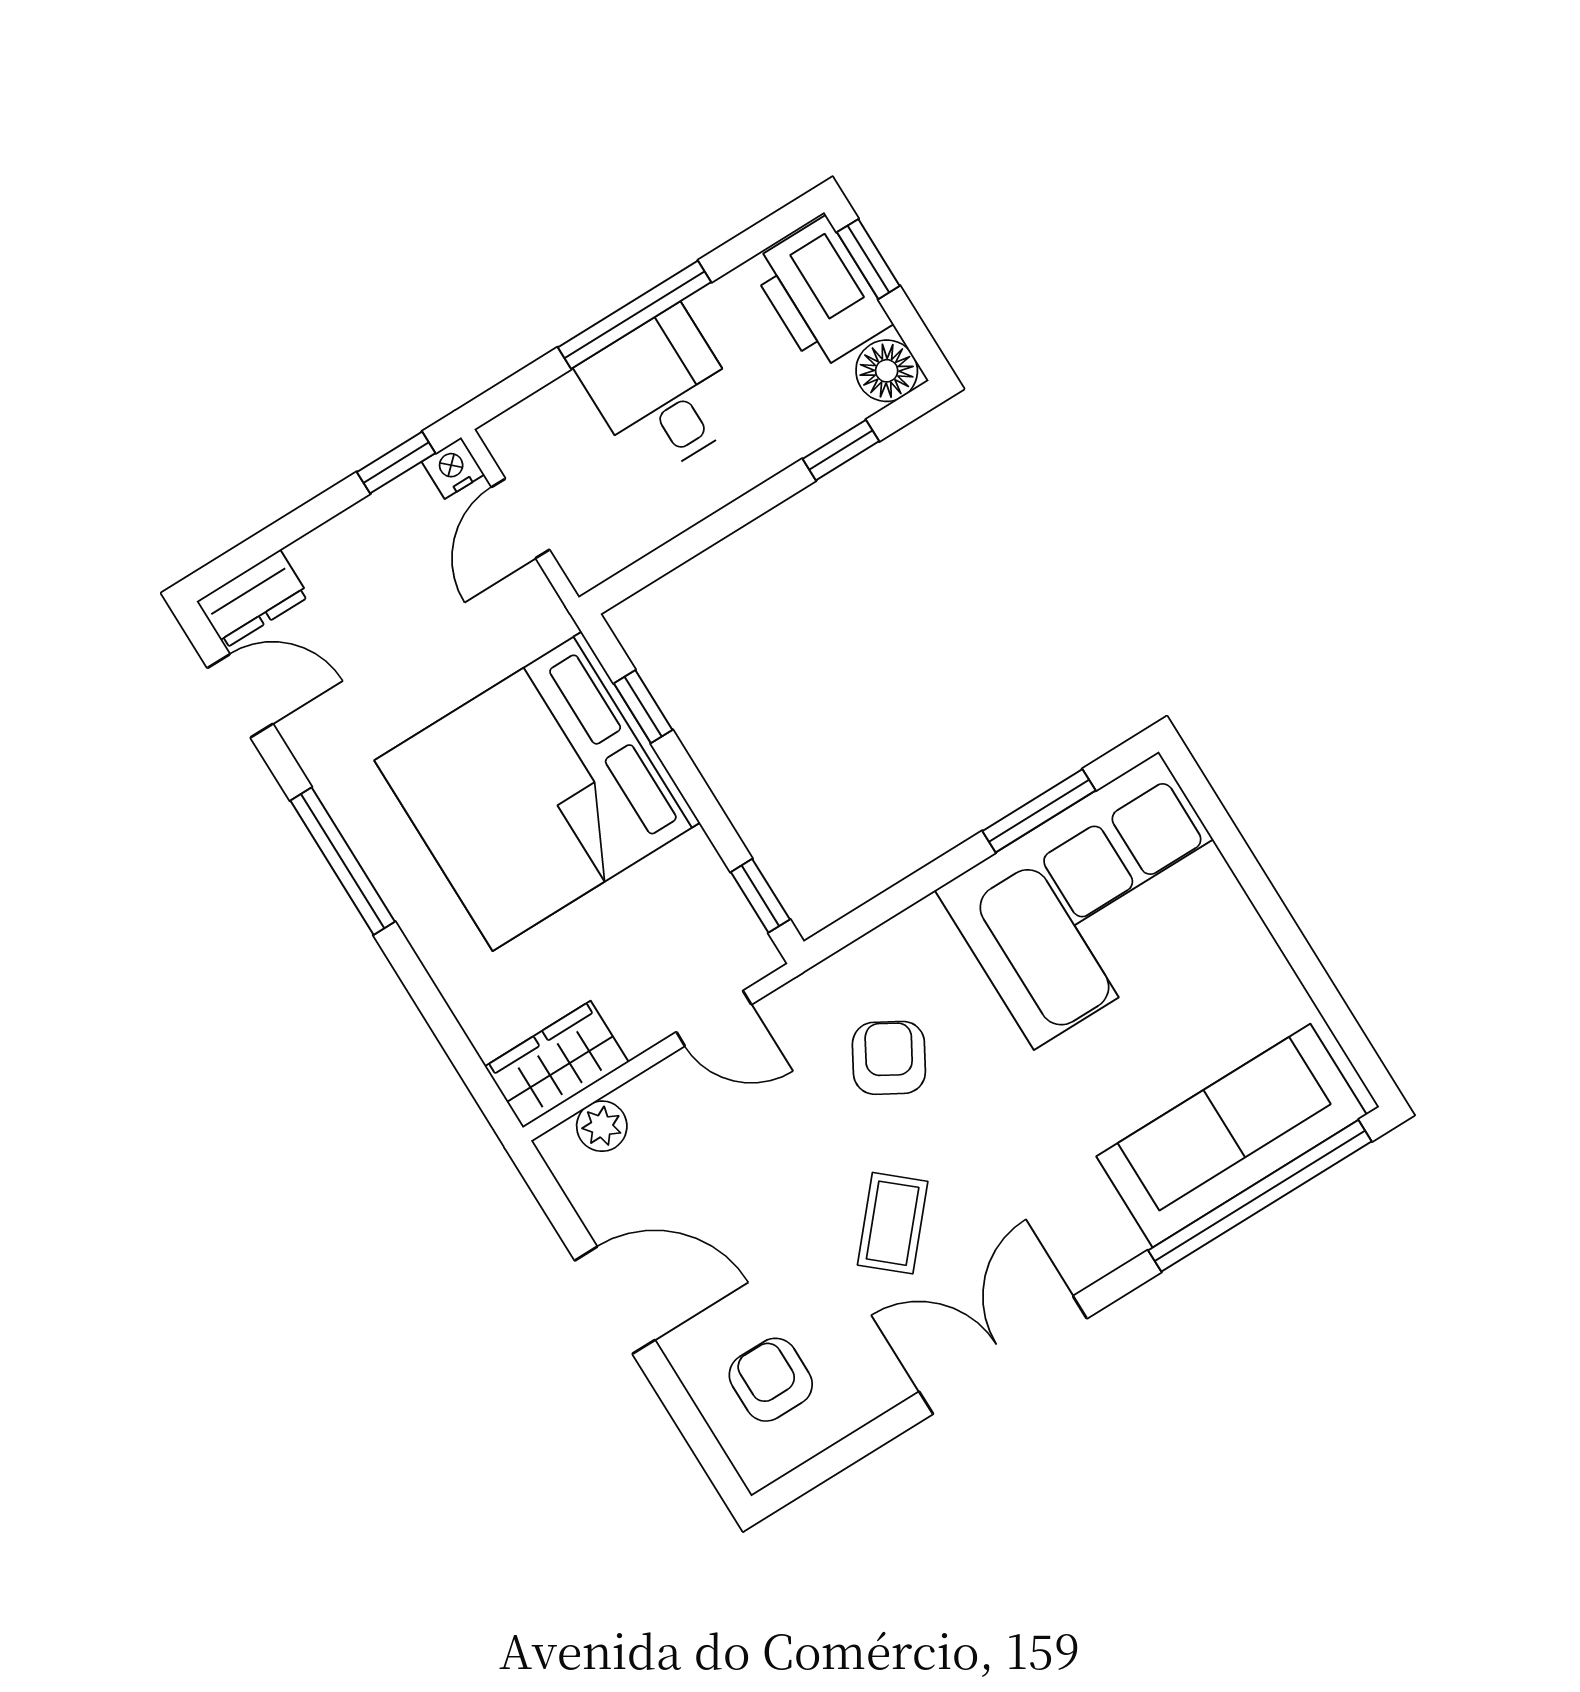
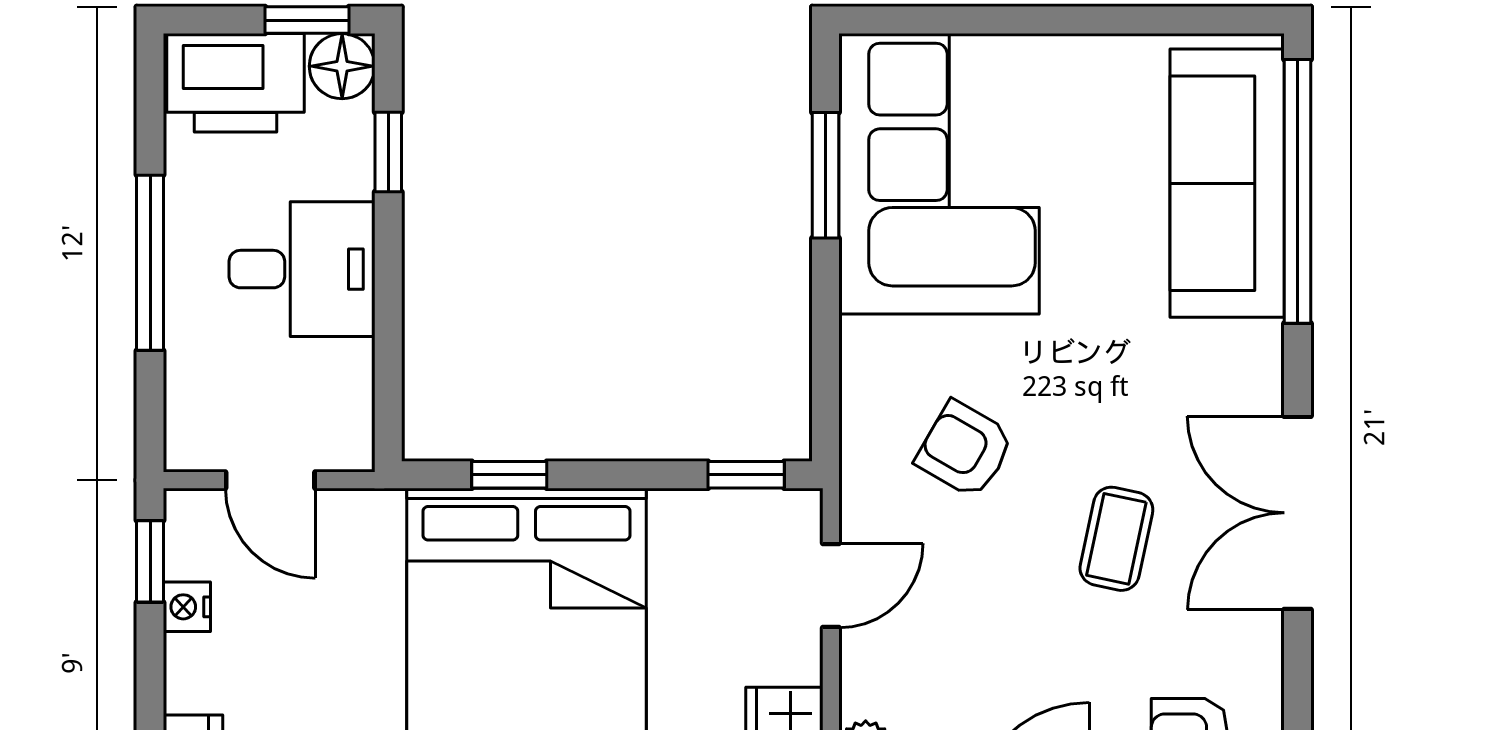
window: (868, 259) -> (307, 20), moved
desk: (663, 393) -> (302, 269), moved, turned 180
nightstand: (453, 468) -> (187, 607), moved
coffee table: (893, 1223) -> (1116, 539), turned 61

